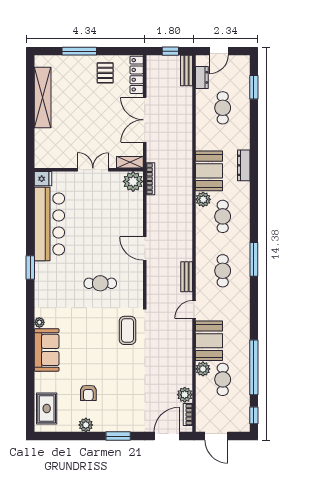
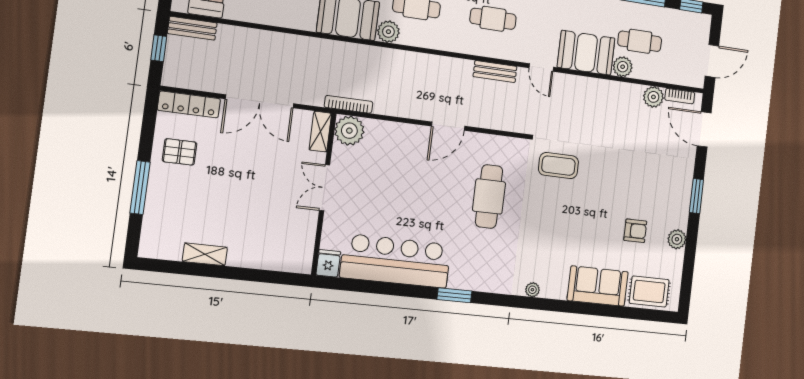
shelving: (43, 98) -> (205, 254), width x0.45, depth x0.75
cafe table: (100, 283) -> (489, 196), width x1.37, depth x1.35
sofa: (47, 350) -> (598, 286), moved

